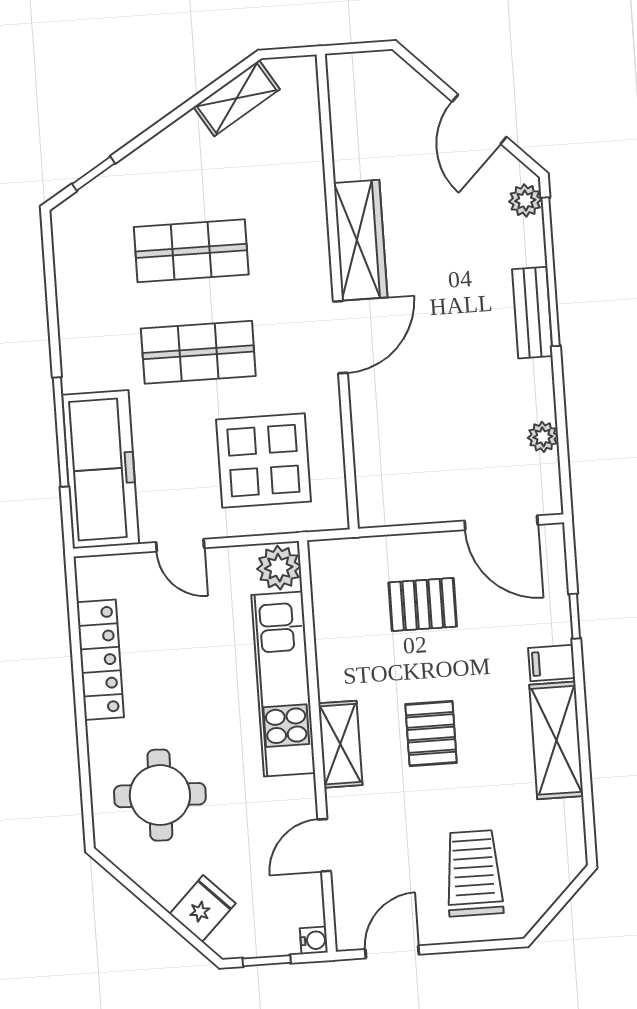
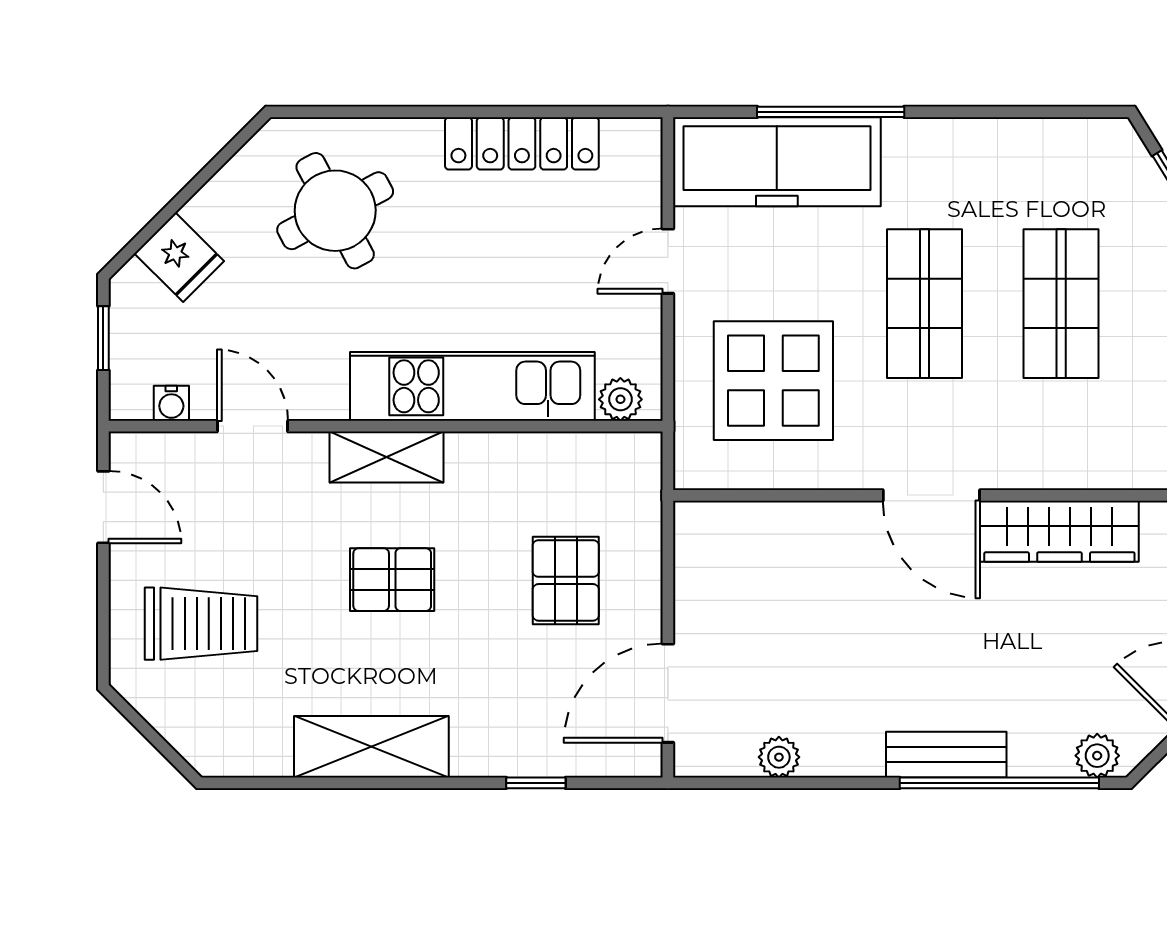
plant: (279, 568) -> (620, 399), width x0.73, depth x0.73
filing cabinet: (552, 663) -> (475, 748), removed
round table: (160, 795) -> (335, 211), turned -30
water cooler: (314, 940) -> (171, 403), moved

